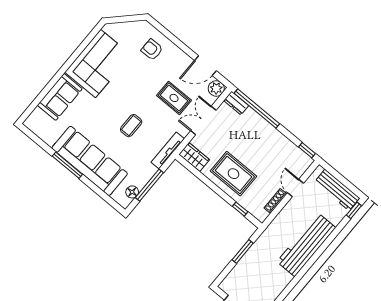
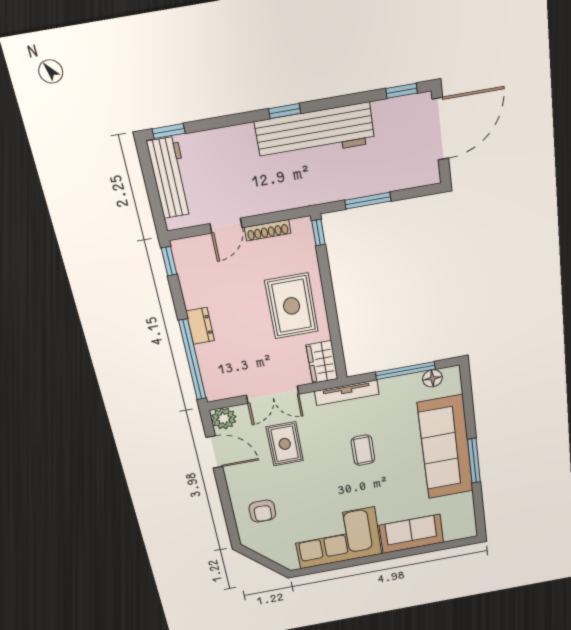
dresser: (236, 103) -> (200, 326), moved
coffee table: (131, 126) -> (363, 450), turned 90
window: (240, 209) -> (318, 233), moved
workbench: (306, 245) -> (315, 132), moved
window: (313, 260) -> (285, 111), added

